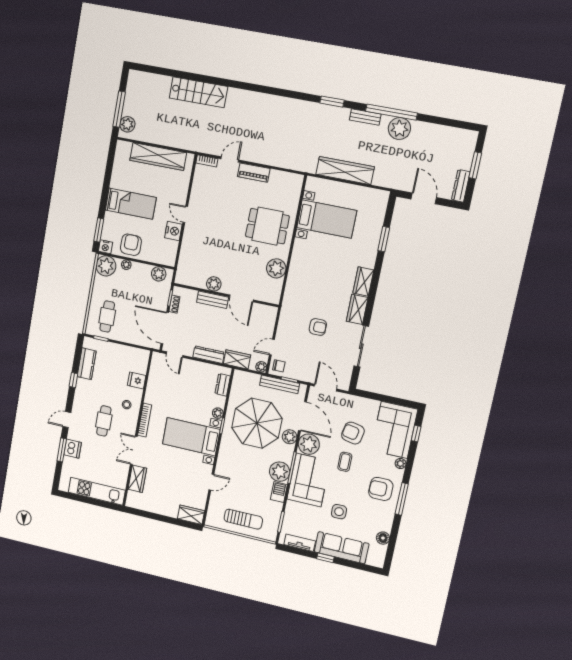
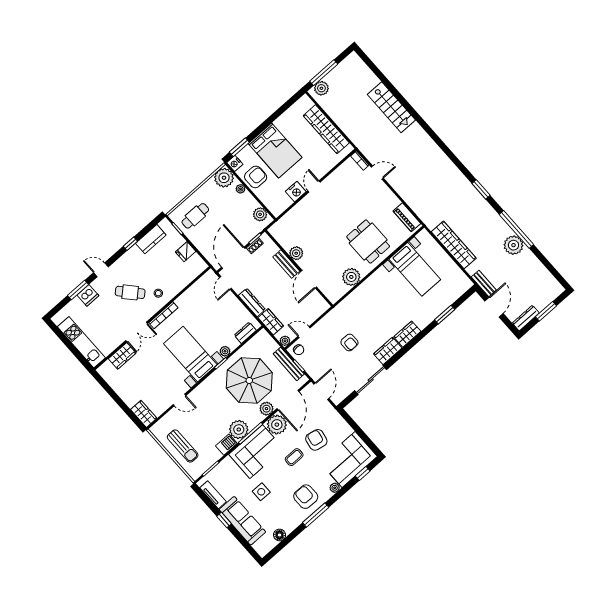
bench: (365, 117) -> (484, 283), moved
piano: (254, 173) -> (407, 217), moved
bed: (131, 204) -> (275, 150), width x1.50
fridge: (137, 380) -> (186, 252), moved, turned -90
cafe table: (104, 421) -> (130, 292), turned 48
double door: (134, 450) -> (136, 332), swing flipped

